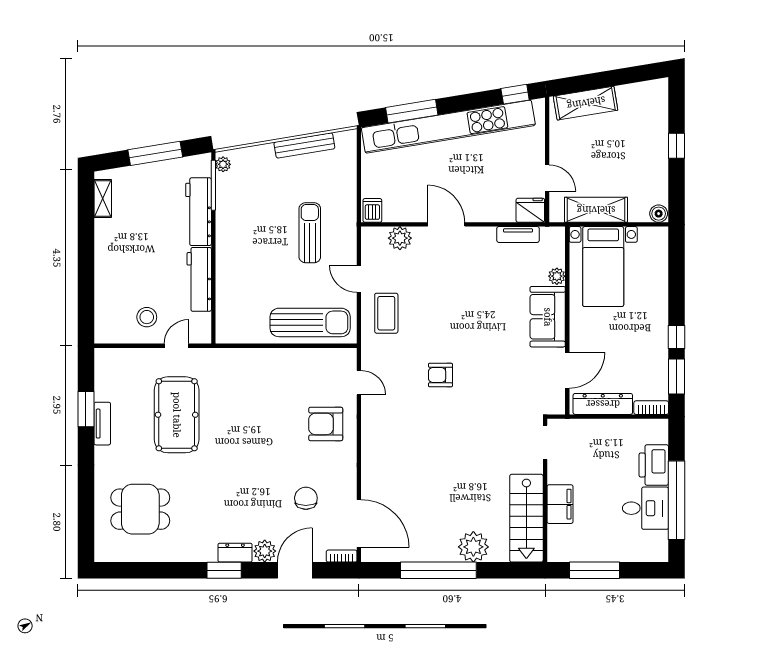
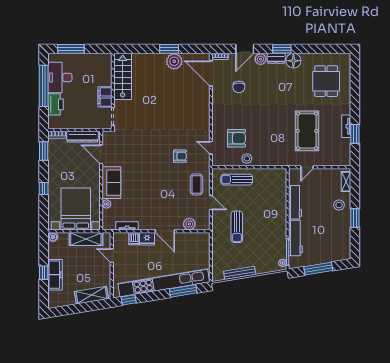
freezer: (655, 142) -> (55, 275), added
shelving: (103, 198) -> (346, 182), moved
dishwasher: (372, 210) -> (134, 239), moved
fridge: (530, 210) -> (147, 239), moved
window: (86, 250) -> (355, 218), added
bed with nightstands: (603, 267) -> (76, 209), width x1.36
stool: (147, 317) -> (339, 205), moved
sun lounger: (310, 322) -> (237, 180), width x0.73, depth x0.75
window: (676, 337) -> (44, 188), moved
stool: (291, 362) -> (247, 159), added
door: (567, 370) -> (101, 154), hinge flipped
armchair: (440, 375) -> (180, 156), moved
armchair: (326, 424) -> (236, 138), moved
filing cabinet: (560, 504) -> (105, 97), moved
desk: (645, 508) -> (60, 77), width x1.37
dining table: (140, 509) -> (326, 81), turned 90
plant: (473, 547) -> (174, 61), moved
floor lamp: (202, 548) -> (293, 61), added
window: (438, 570) -> (169, 49), width x0.47
window: (595, 570) -> (71, 49), moved

